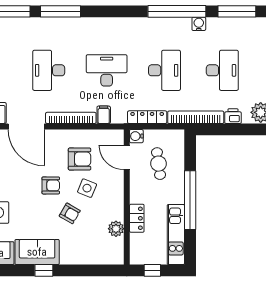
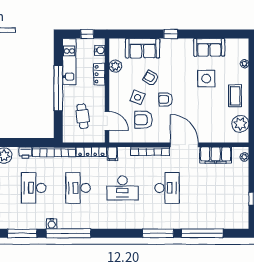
filing cabinet: (104, 115) -> (112, 154), moved
water cooler: (136, 136) -> (100, 50), moved
sofa: (37, 252) -> (143, 48), moved

